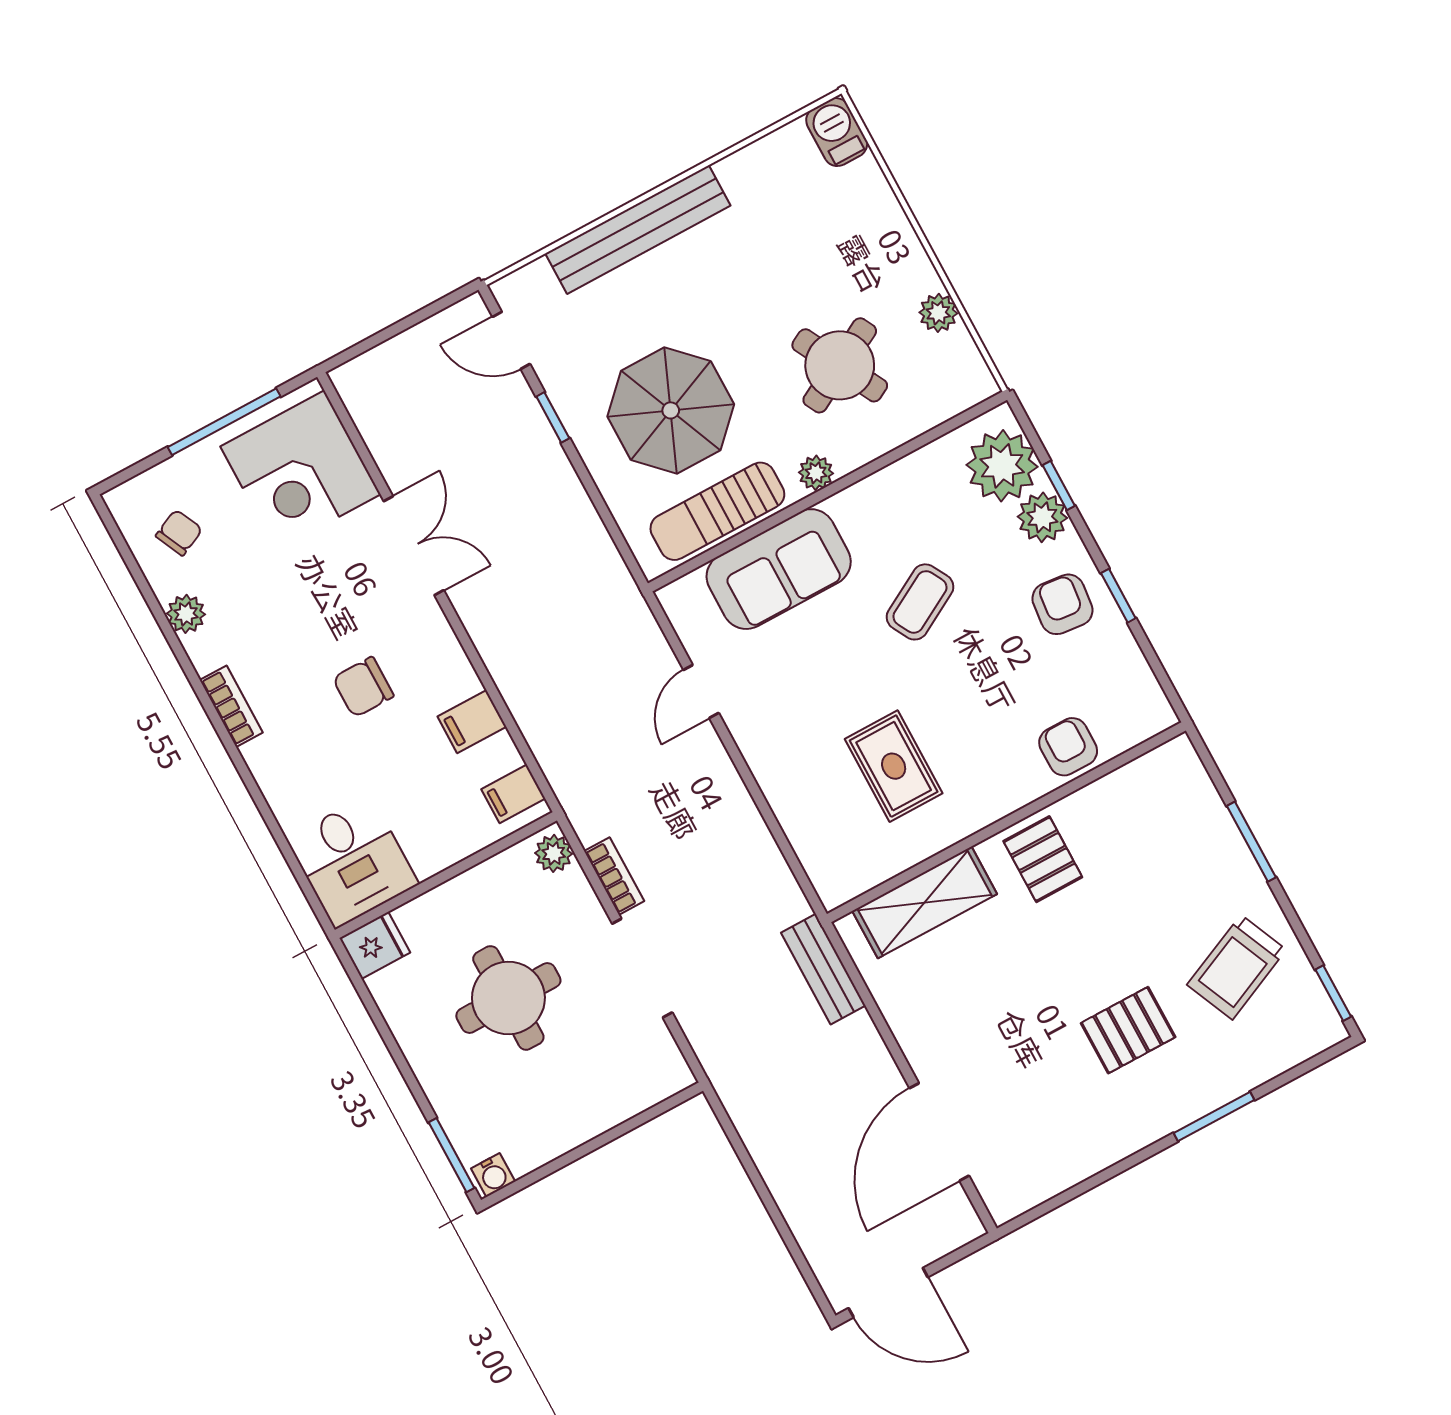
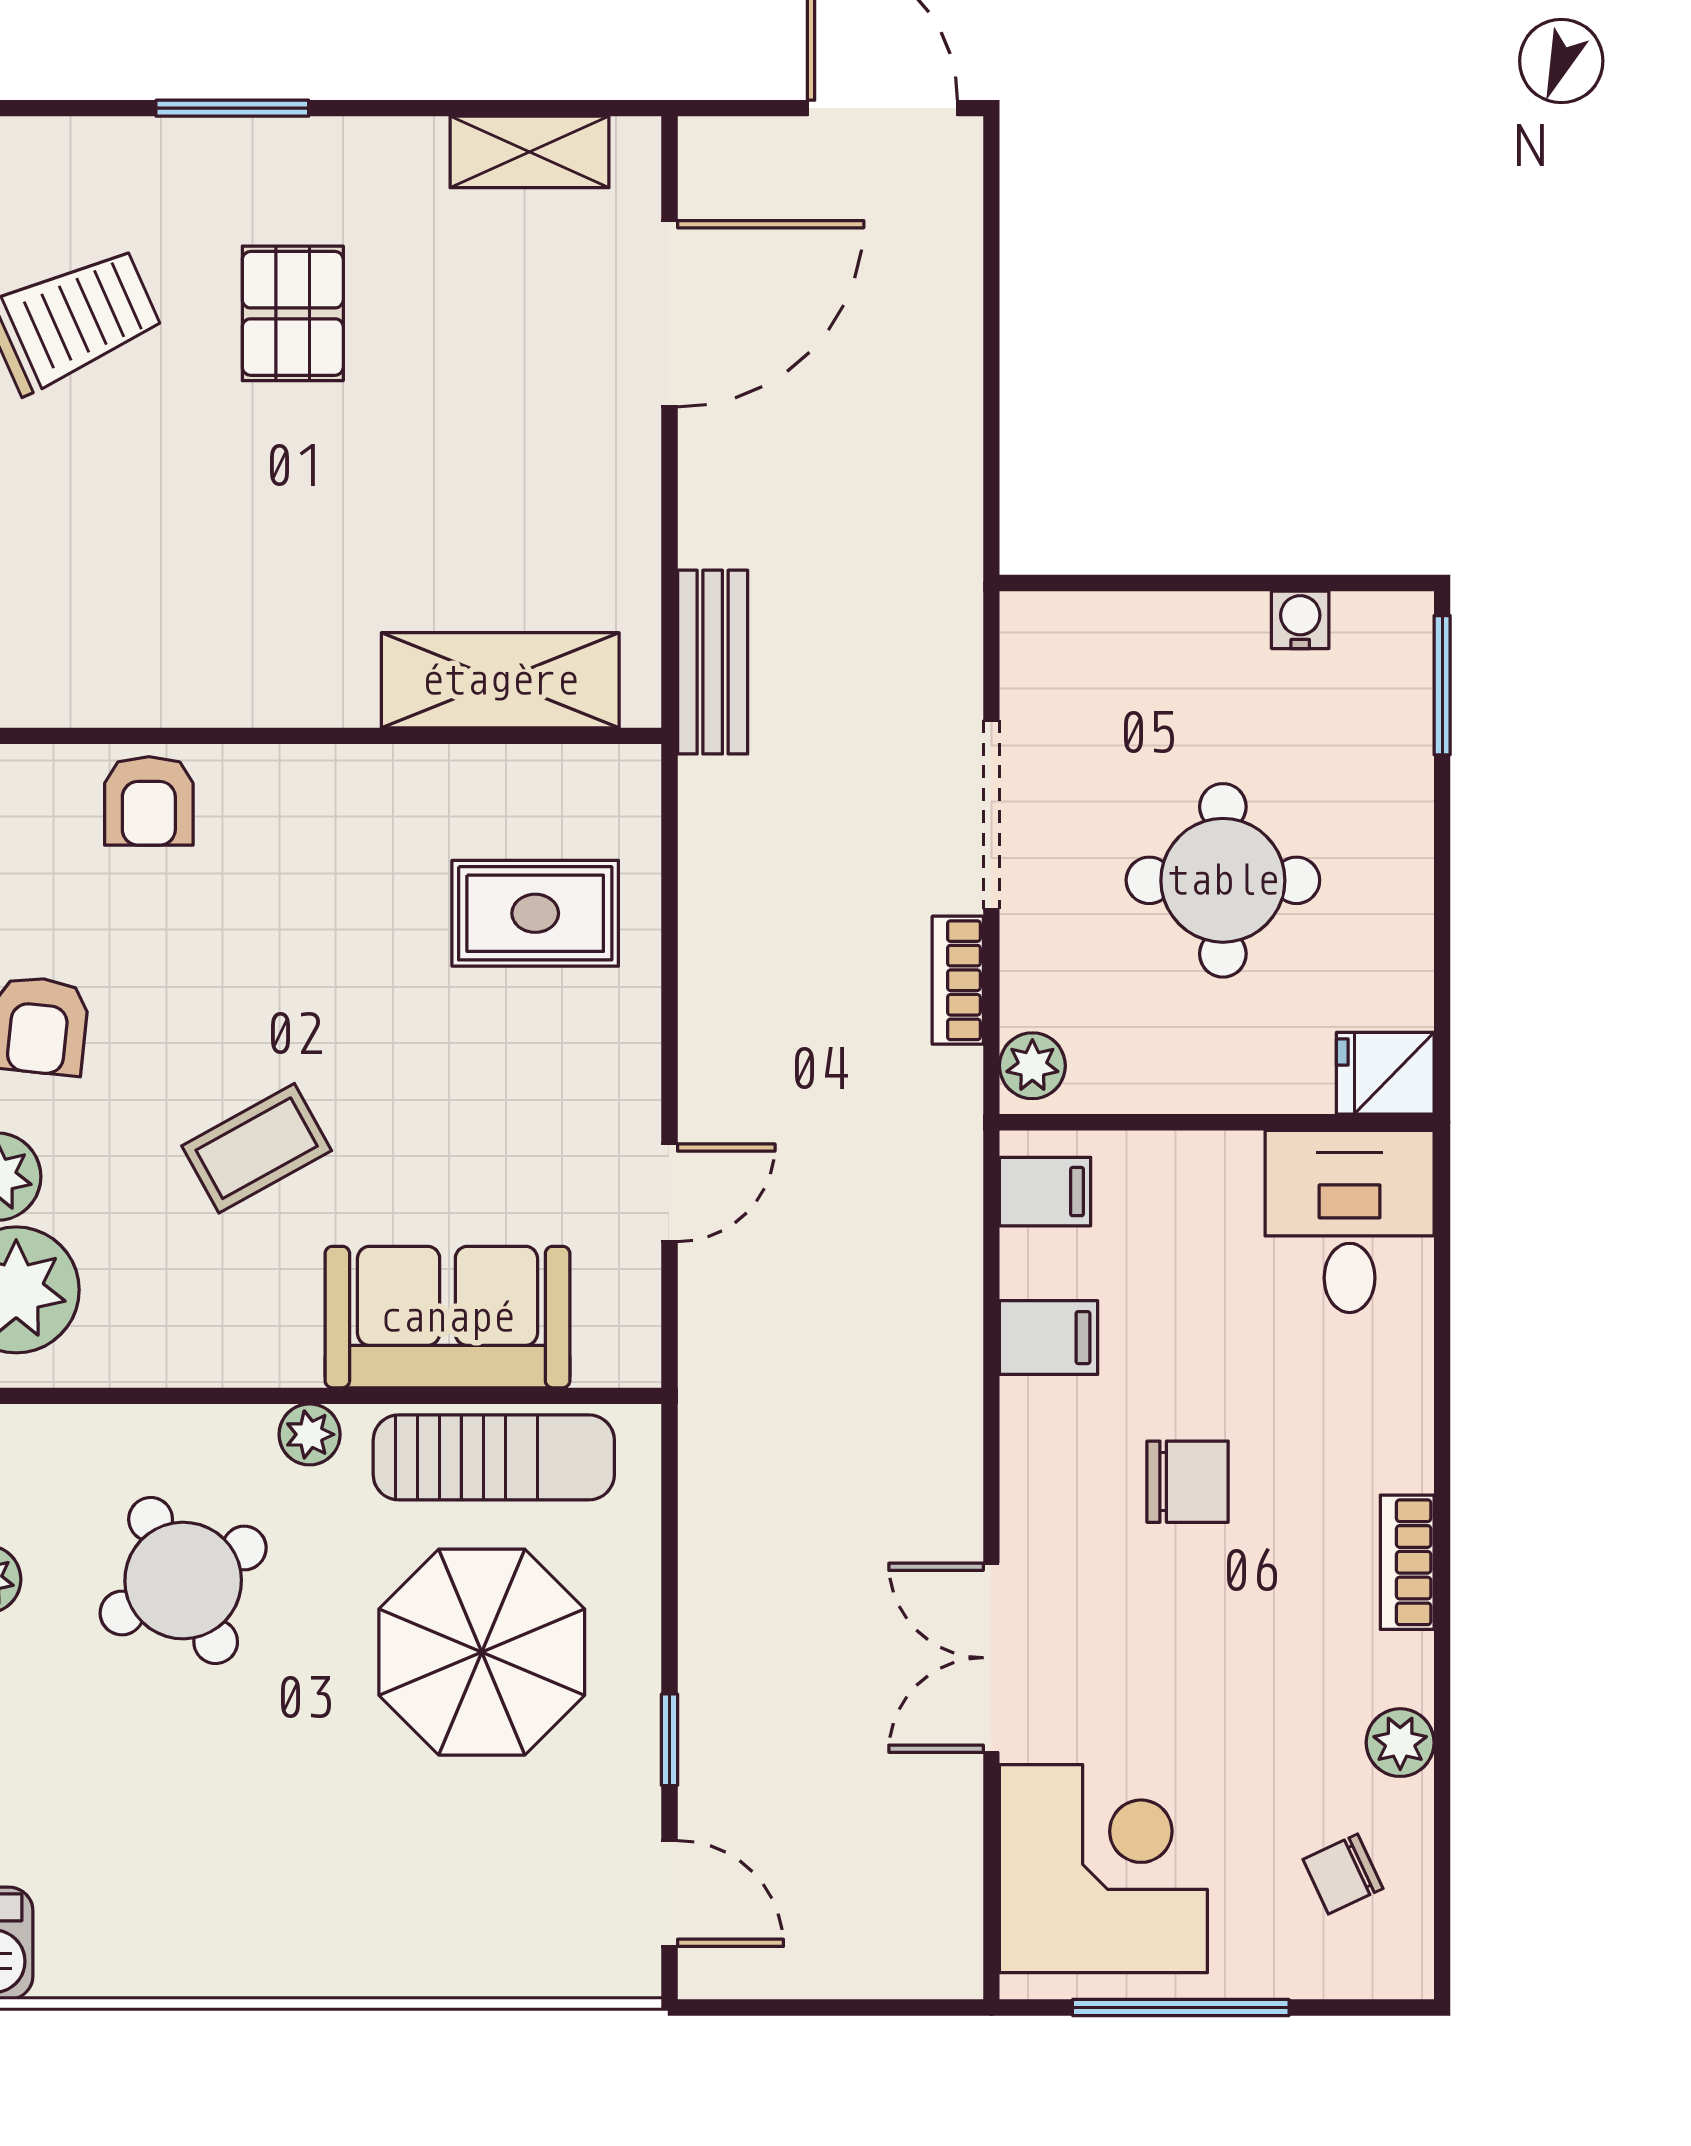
bench: (638, 230) -> (381, 1959), removed
rug: (894, 766) -> (535, 913), moved, turned 90
pallet: (1043, 859) -> (282, 648), removed
pallet: (1128, 1030) -> (293, 313), turned 90
water cooler: (493, 1175) -> (1300, 620), moved
shelving: (1053, 1175) -> (530, 152), added

